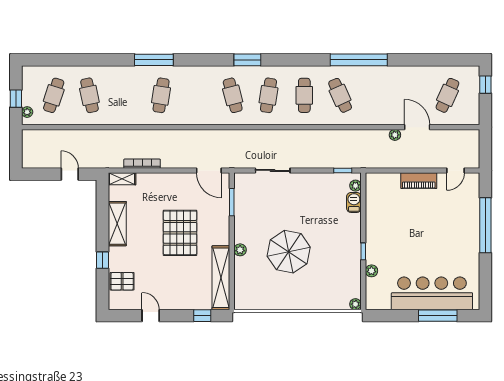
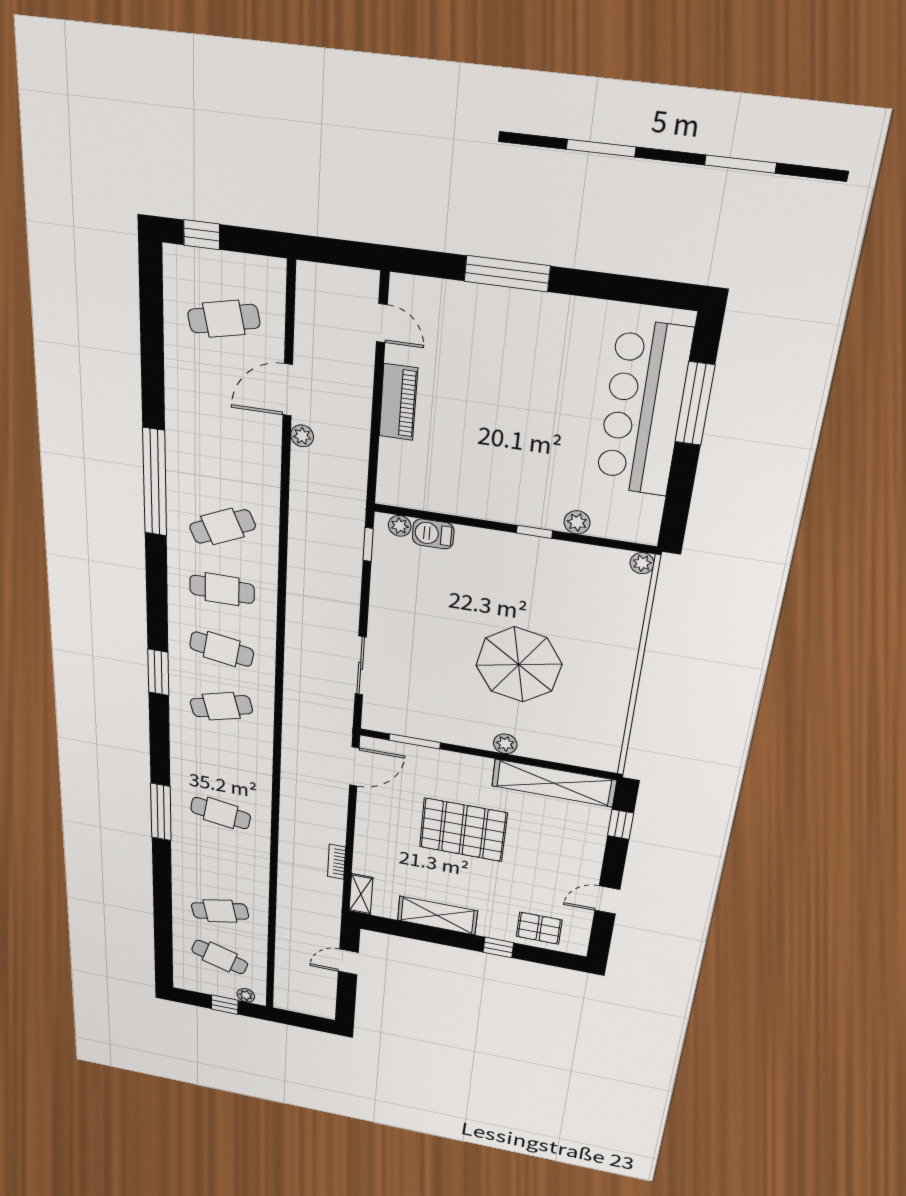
cafe table: (447, 95) -> (224, 319), turned -36
bookcase: (142, 164) -> (337, 862), width x0.64
window: (485, 225) -> (507, 274), width x0.68
pallet: (122, 281) -> (539, 928), turned 90

